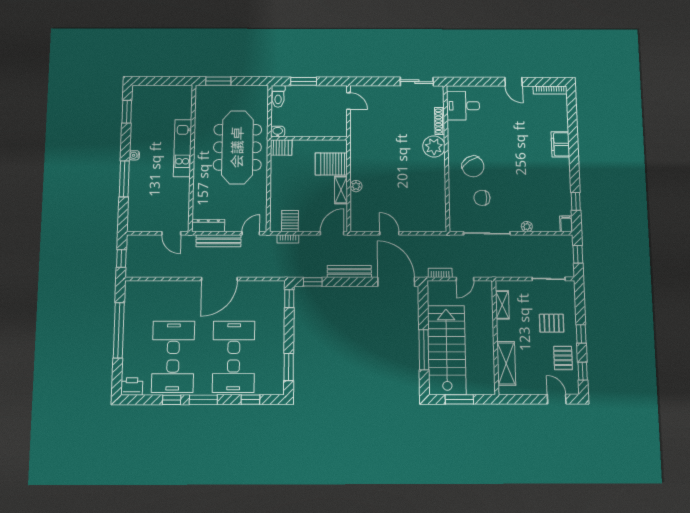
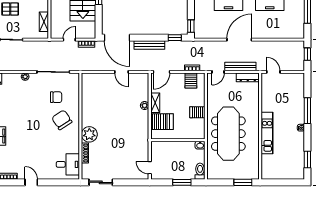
server rack: (281, 147) -> (197, 112), moved

